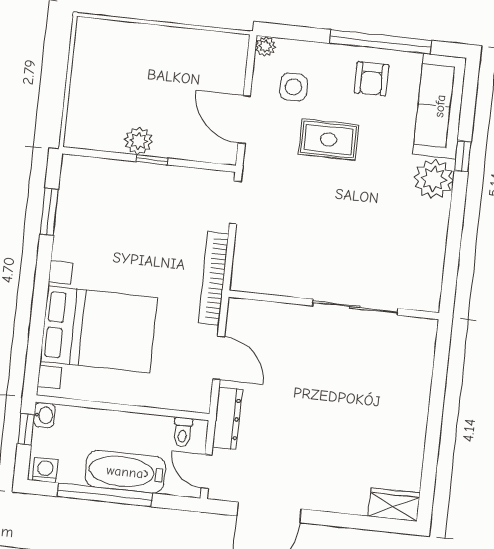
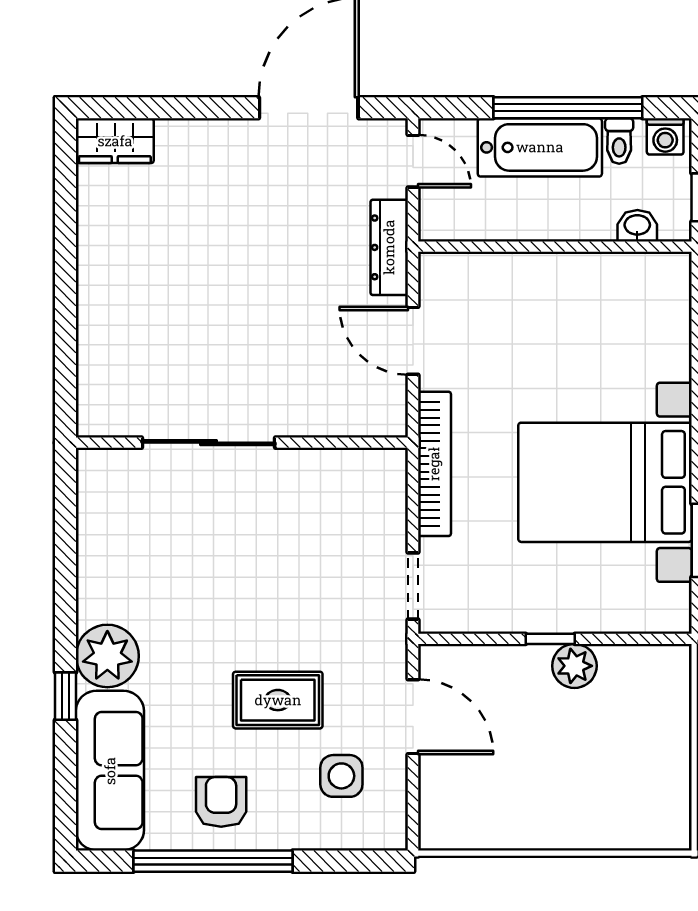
plant: (265, 46) -> (392, 835), removed
bed with nightstands: (99, 329) -> (605, 482), moved
washbasin: (44, 415) -> (637, 226), moved, turned 90
toilet: (183, 432) -> (619, 141), moved, turned 180

